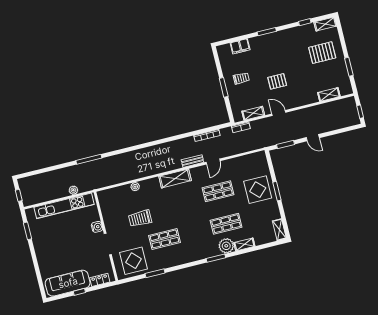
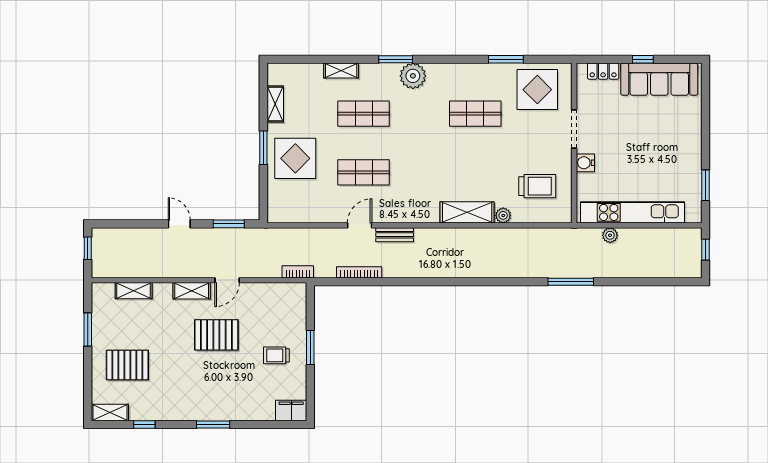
filing cabinet: (240, 46) -> (291, 410), moved
pallet: (277, 81) -> (216, 335), width x1.50, depth x1.42
shelving: (253, 113) -> (192, 291), moved
door: (279, 113) -> (227, 280), hinge flipped
shelving: (175, 178) -> (467, 212), moved
trolley: (140, 218) -> (537, 186), moved
shelving: (279, 230) -> (275, 104), moved
plant: (226, 246) -> (413, 76), moved

